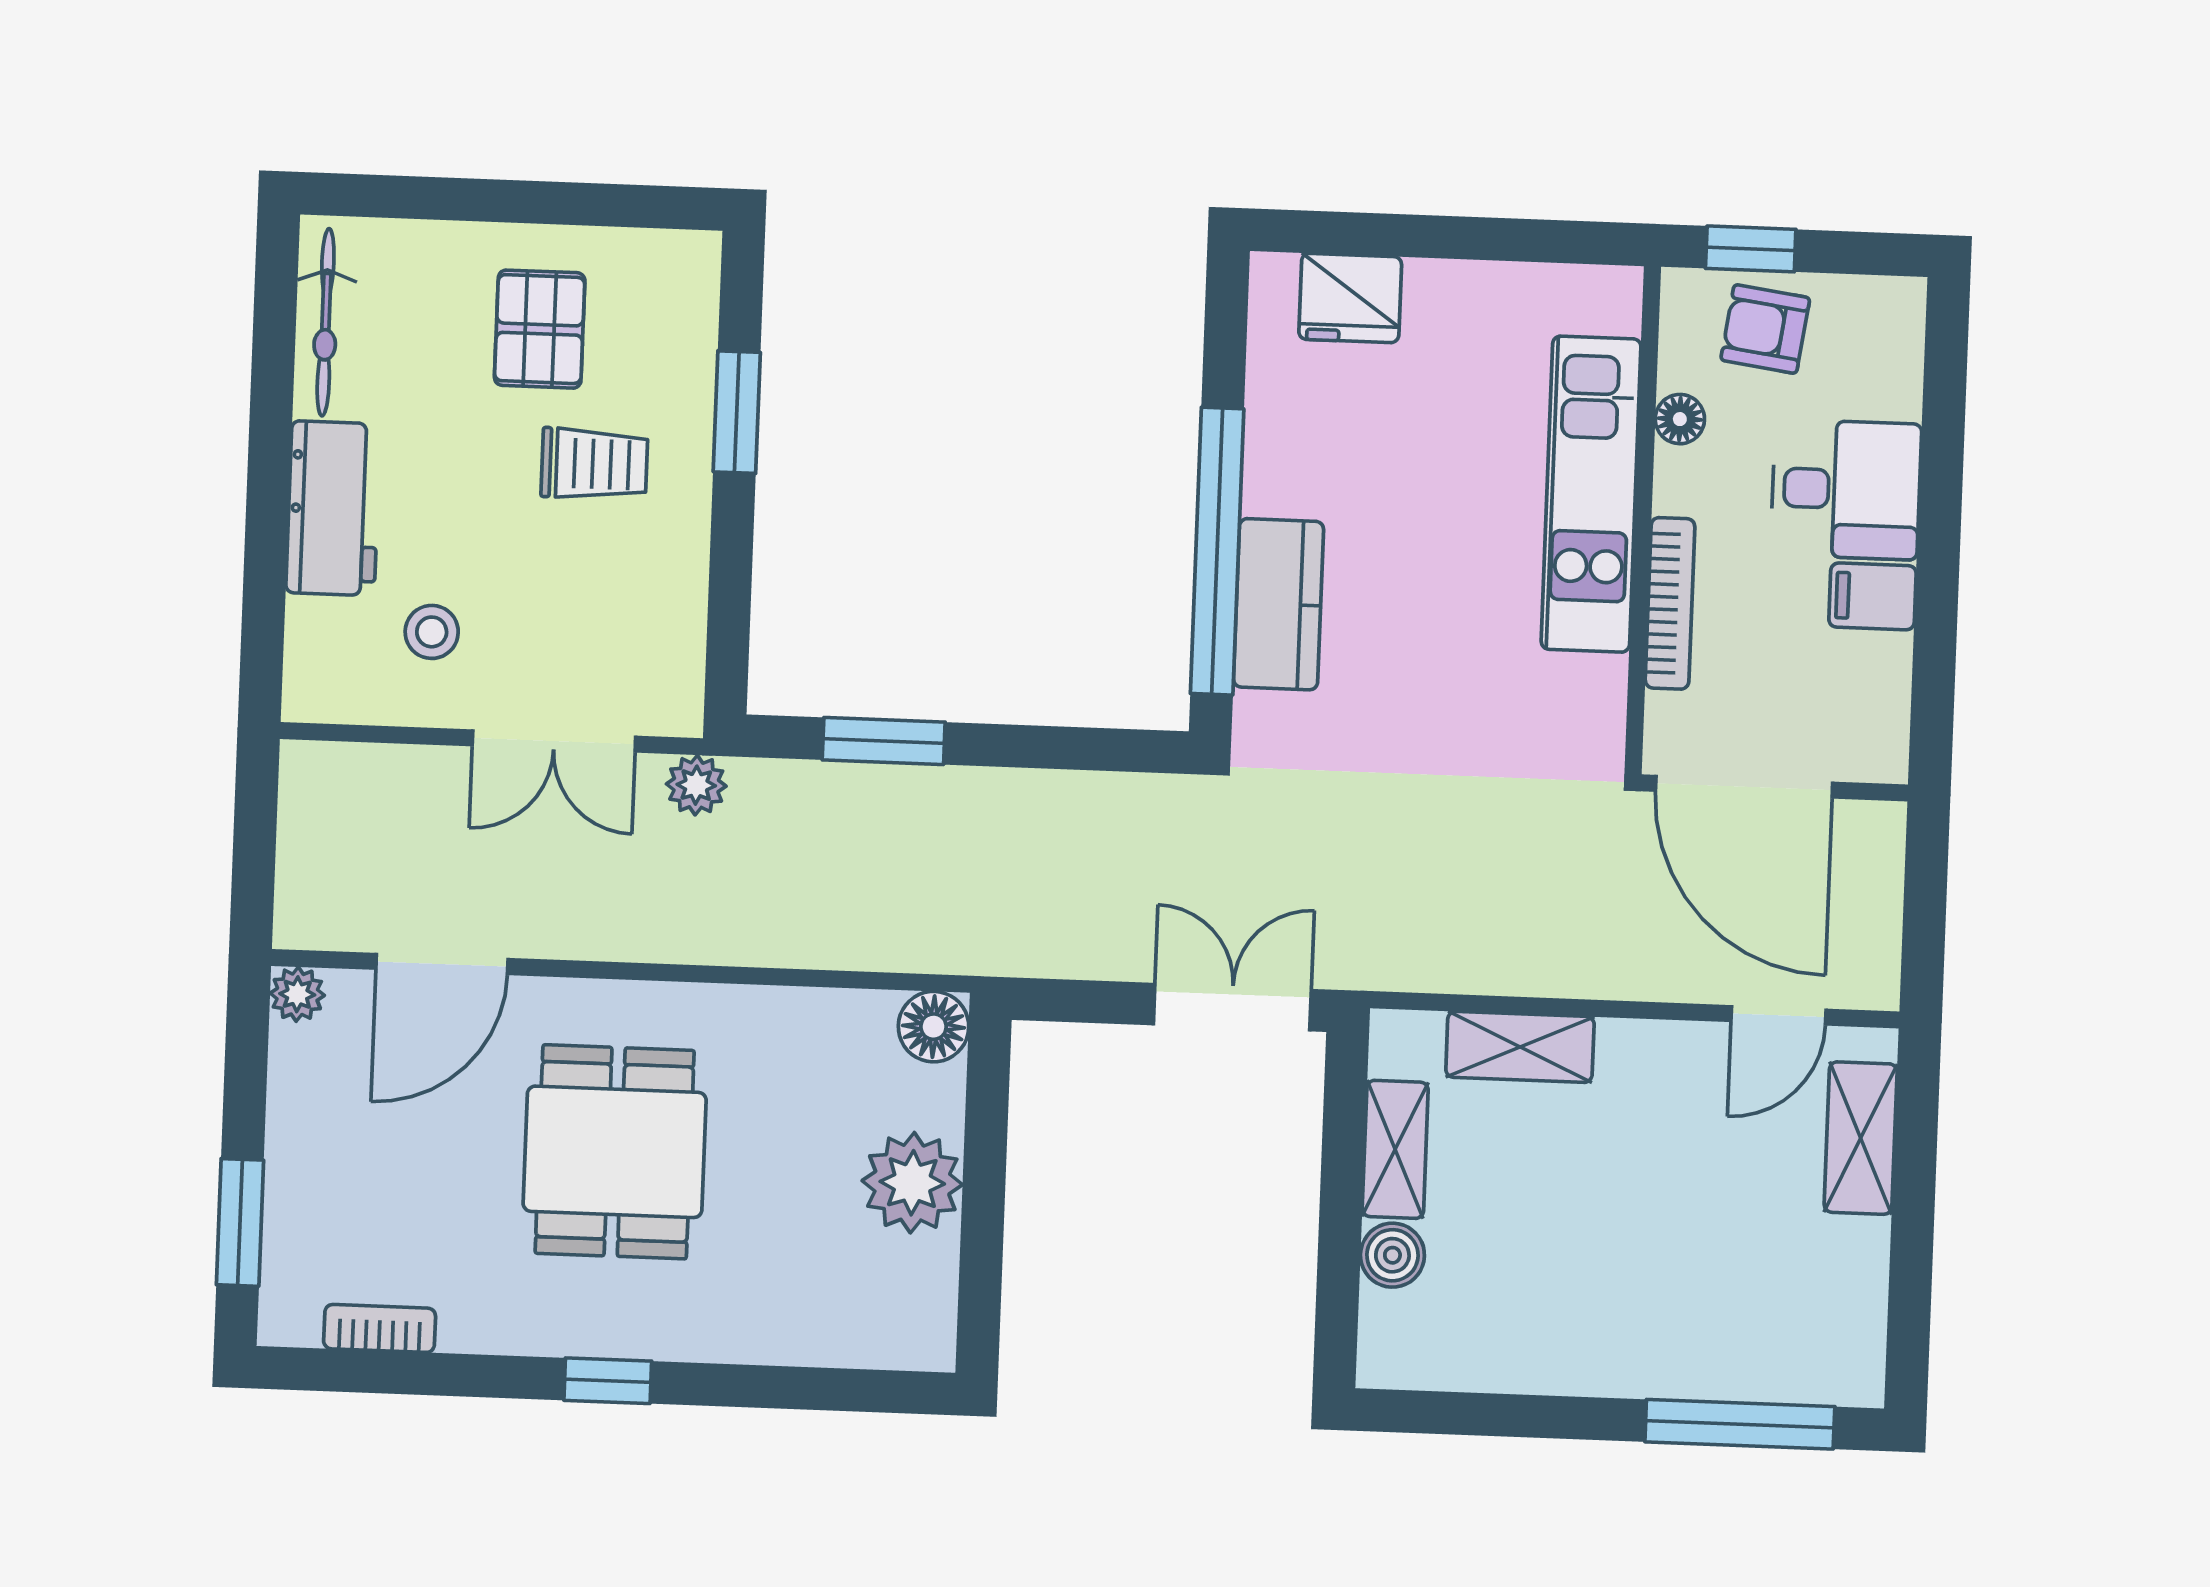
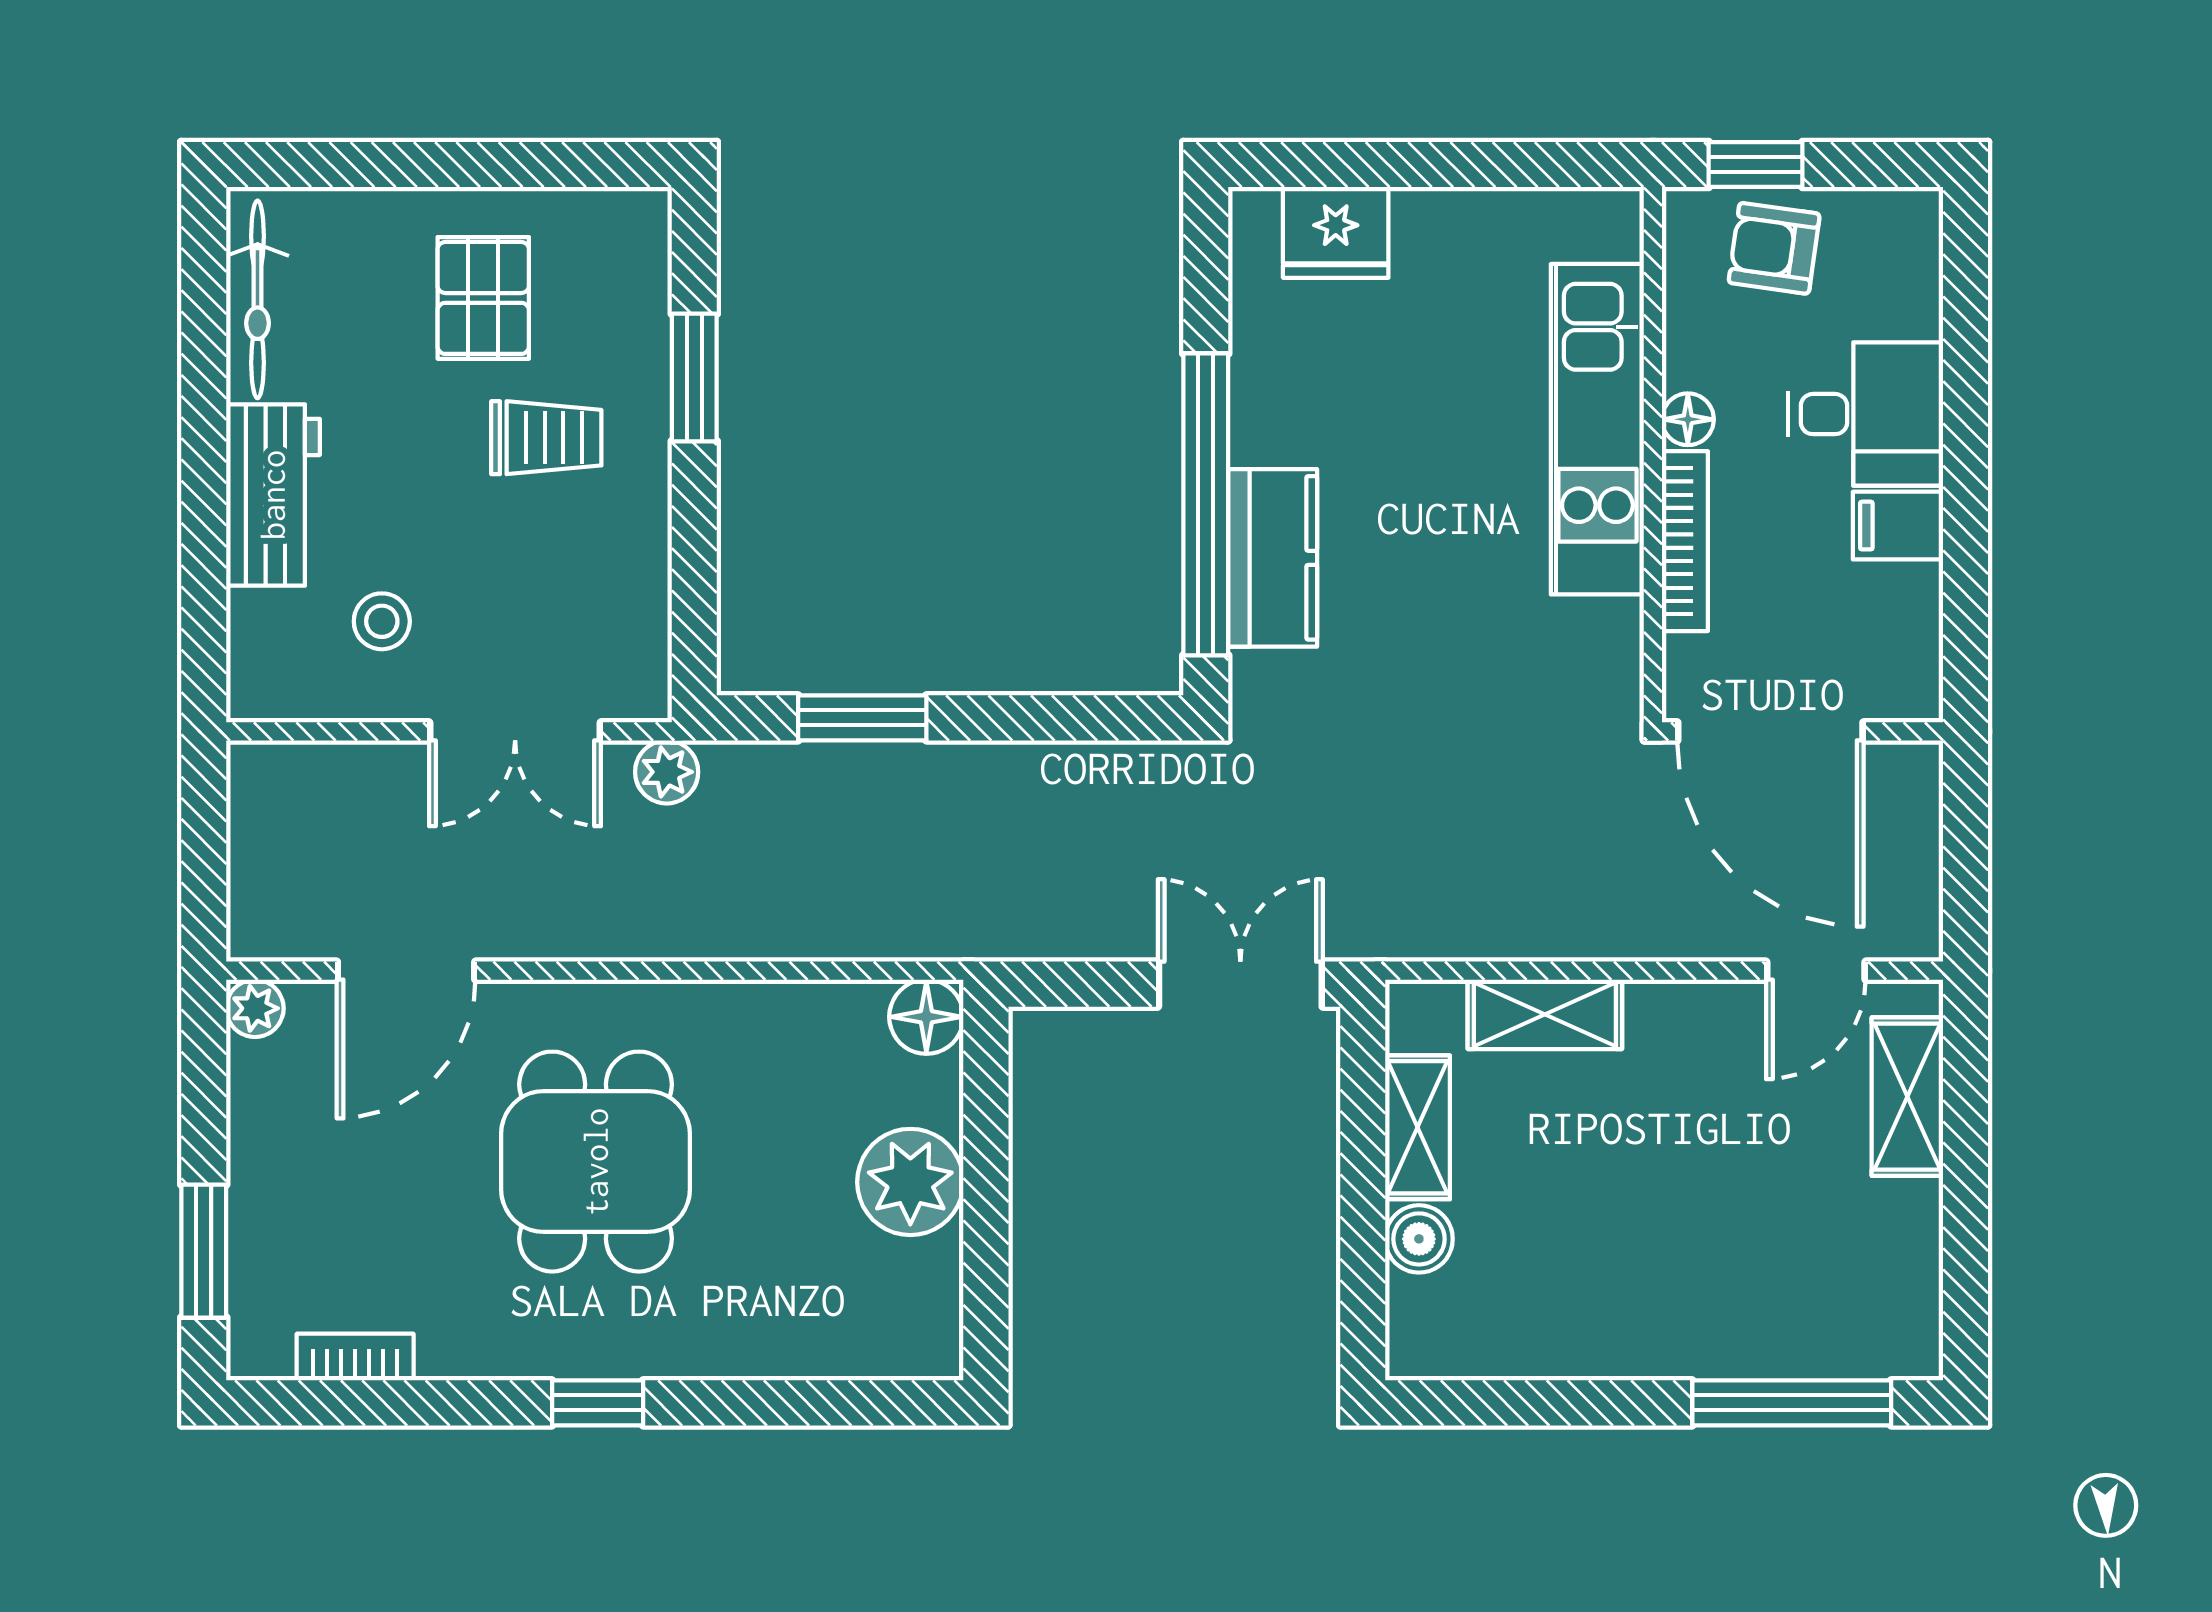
floor lamp: (1680, 419) -> (1688, 419), moved

